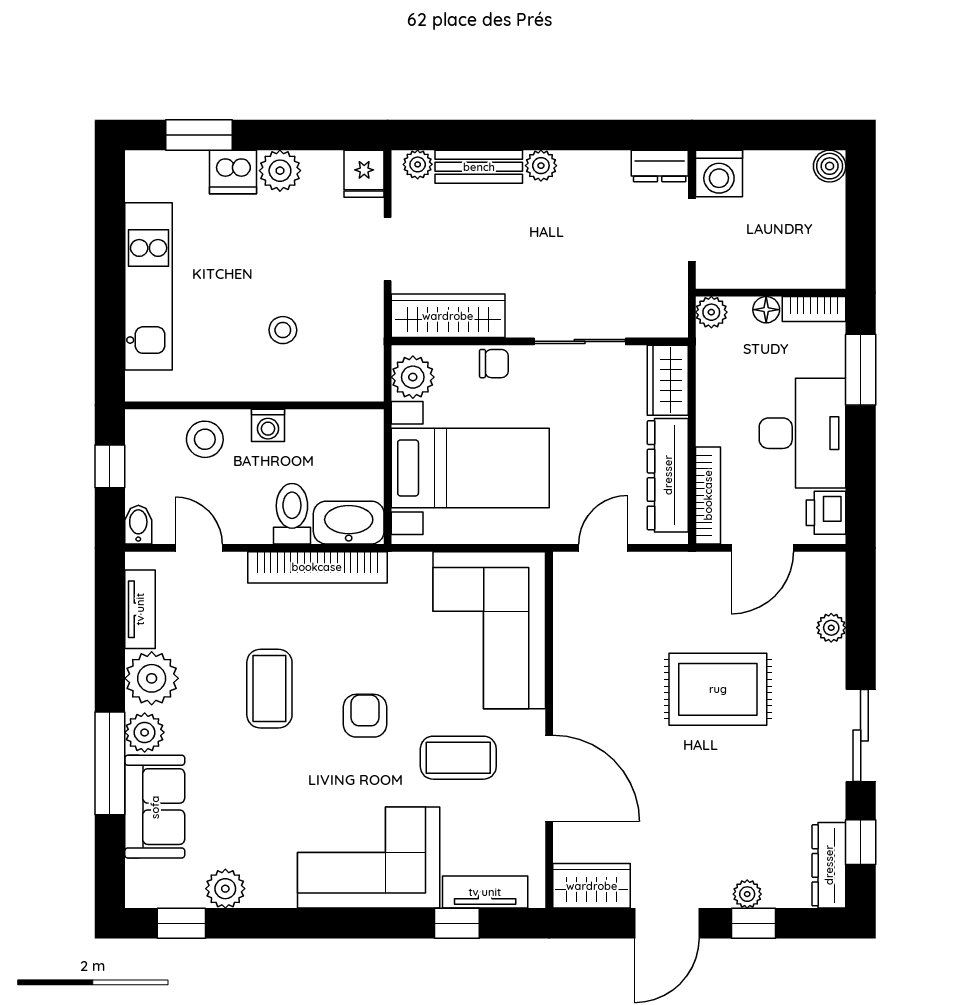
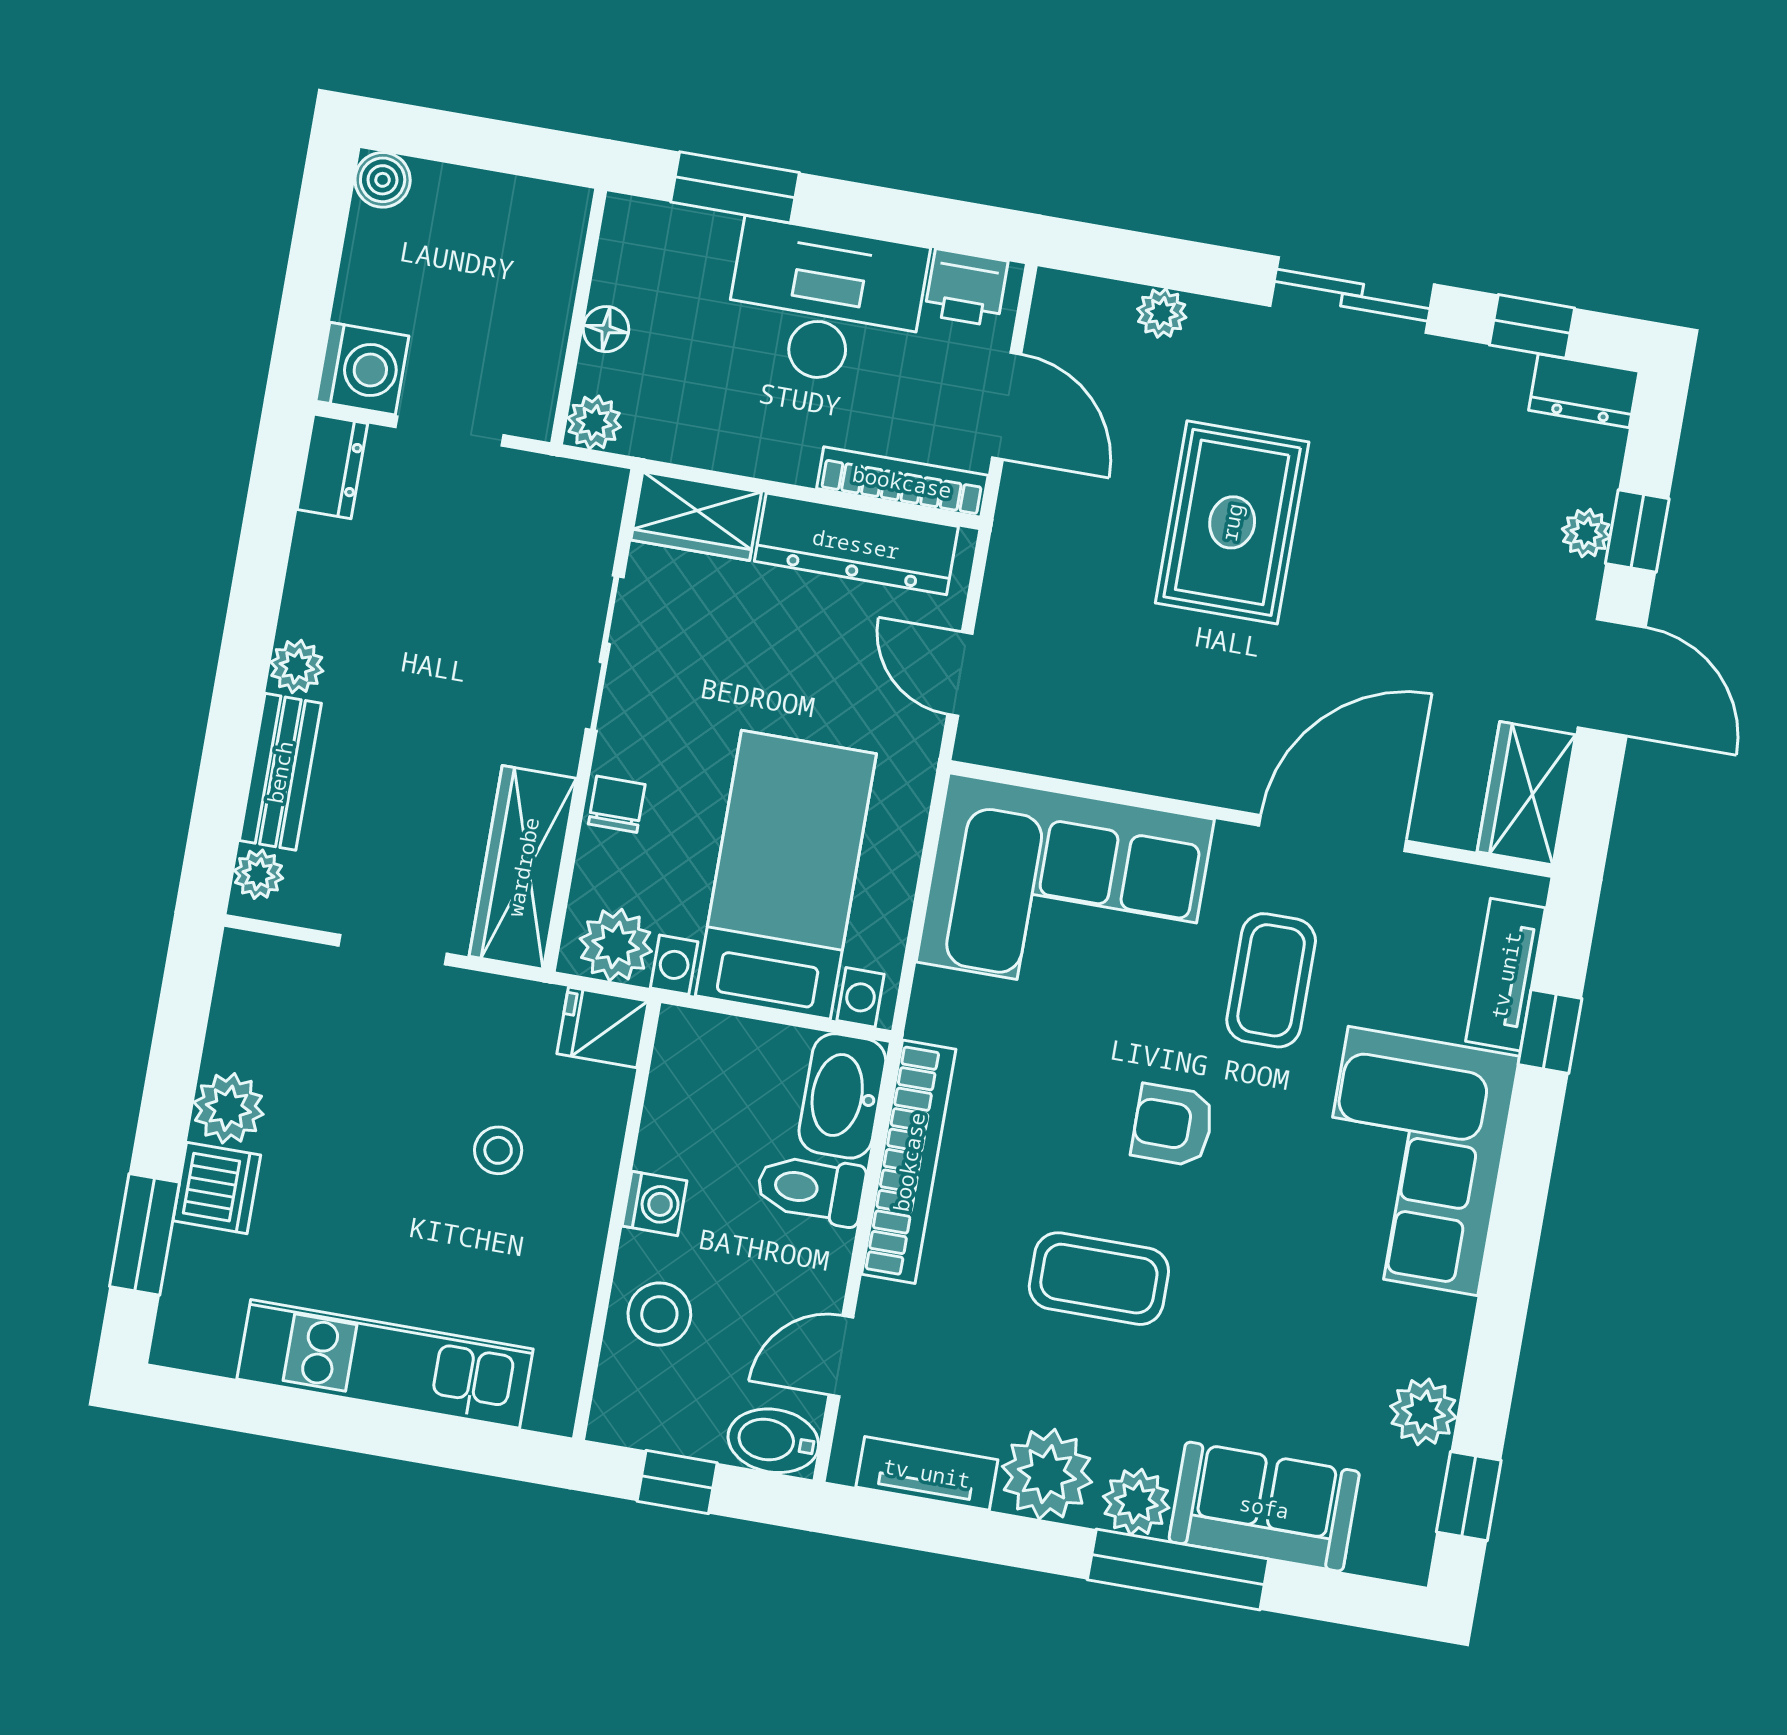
fridge: (364, 174) -> (603, 1027), moved, turned 180
bookcase: (814, 309) -> (619, 248), removed
bidet: (138, 525) -> (773, 1441), width x1.38, depth x1.36
dresser: (829, 865) -> (1584, 391), width x0.70

